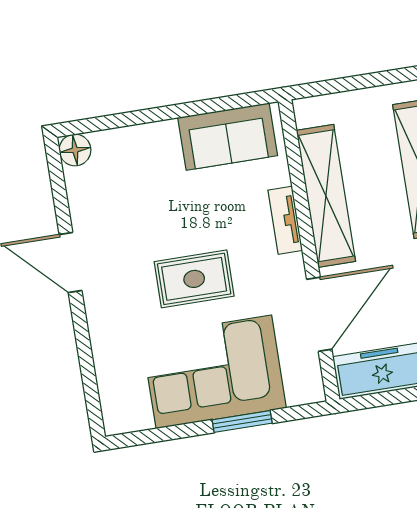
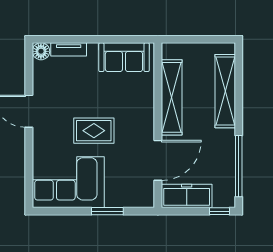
tv unit: (285, 220) -> (69, 49), moved, turned -90
corner sofa: (214, 372) -> (68, 182), moved

